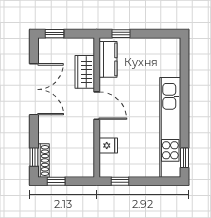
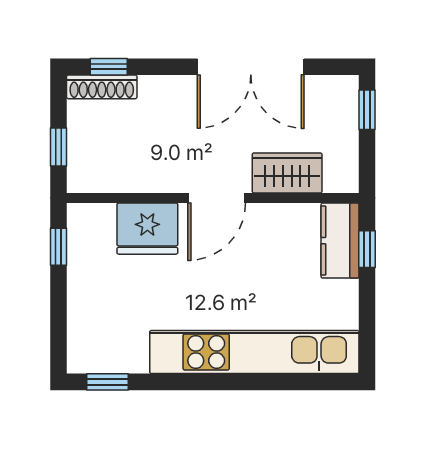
kitchen counter: (108, 59) -> (340, 241), moved, turned 90
kitchen unit: (170, 127) -> (254, 352), moved
fridge: (108, 145) -> (147, 229), width x1.88, depth x1.34
window: (56, 181) -> (58, 147), moved

